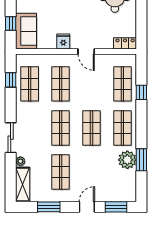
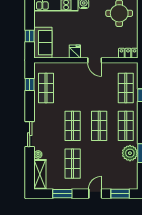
shop shelf: (61, 84) -> (73, 88), removed

